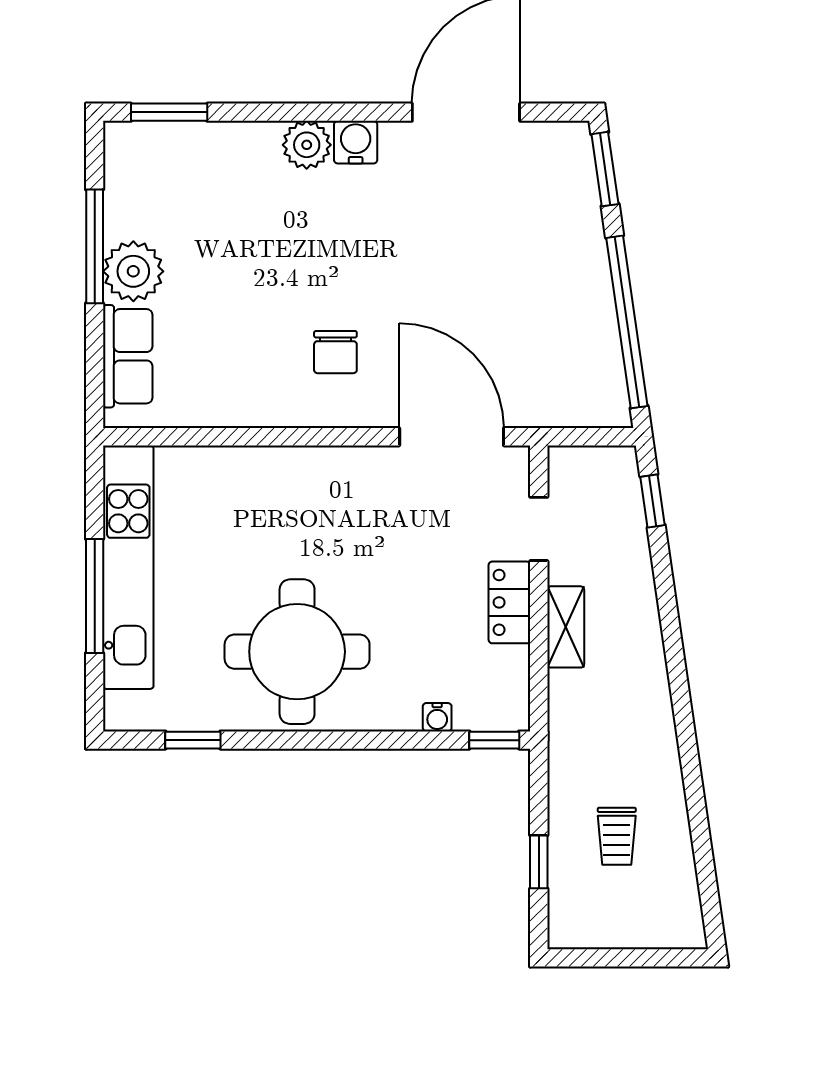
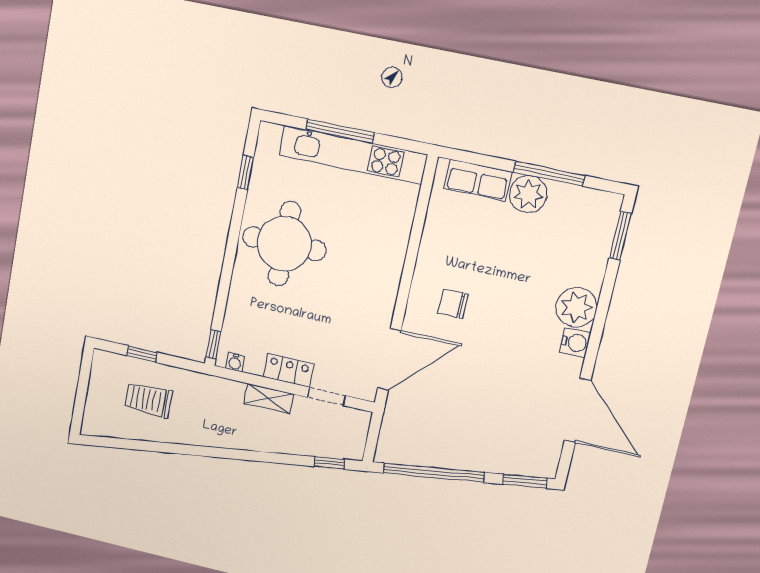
plant: (307, 145) -> (576, 307), width x1.36, depth x1.36
water cooler: (437, 717) -> (235, 362), moved, turned -90
trolley: (617, 836) -> (148, 400), width x1.36, depth x1.39

